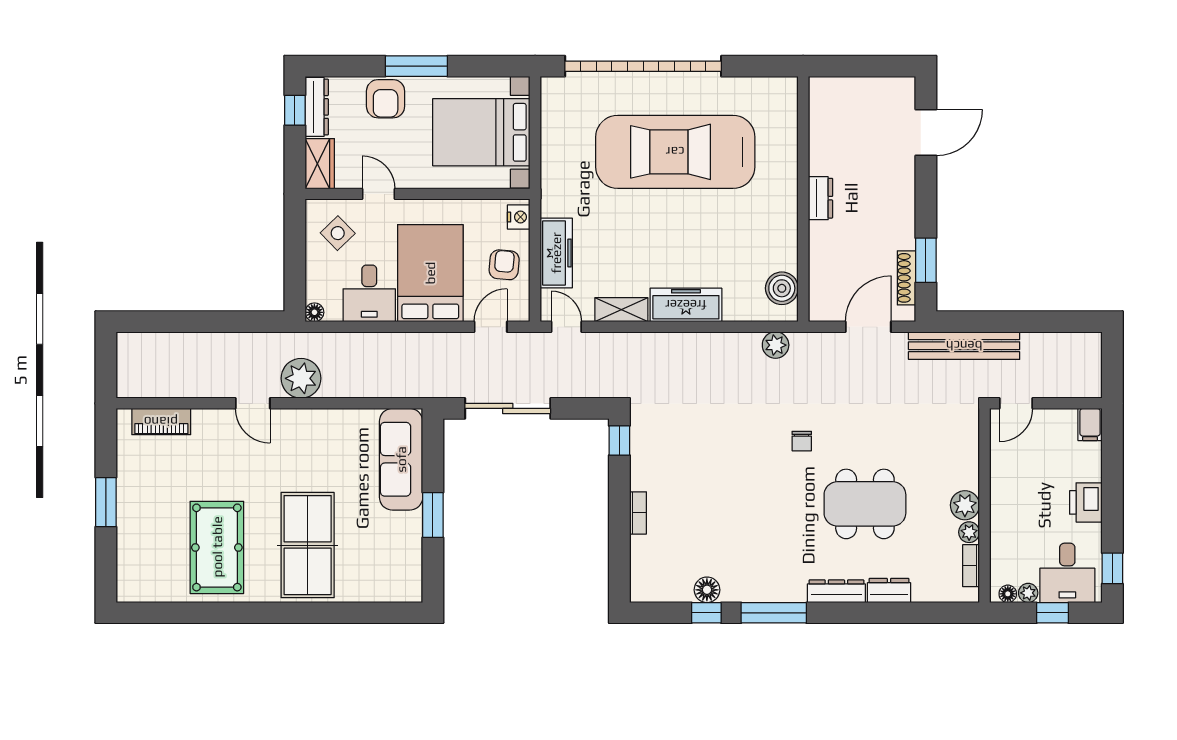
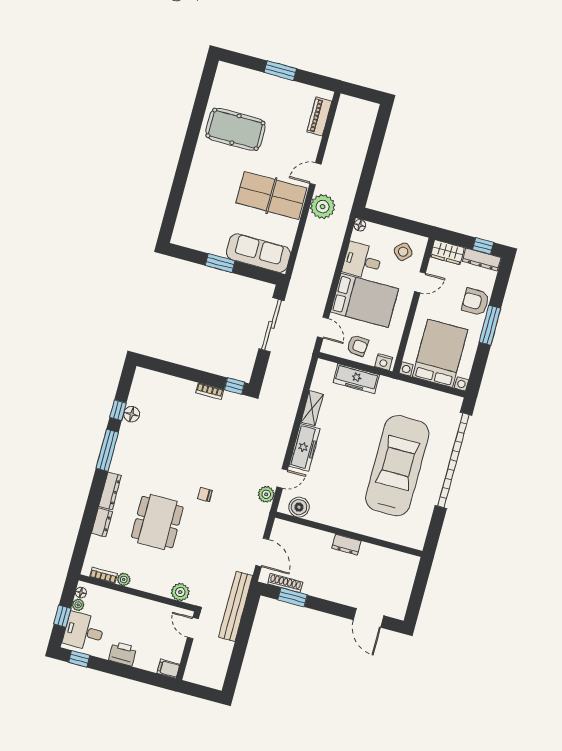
door: (566, 327) -> (282, 478), moved
plant: (965, 505) -> (180, 592), moved
bookcase: (638, 513) -> (210, 391), moved
table tennis table: (308, 545) -> (271, 195), moved

